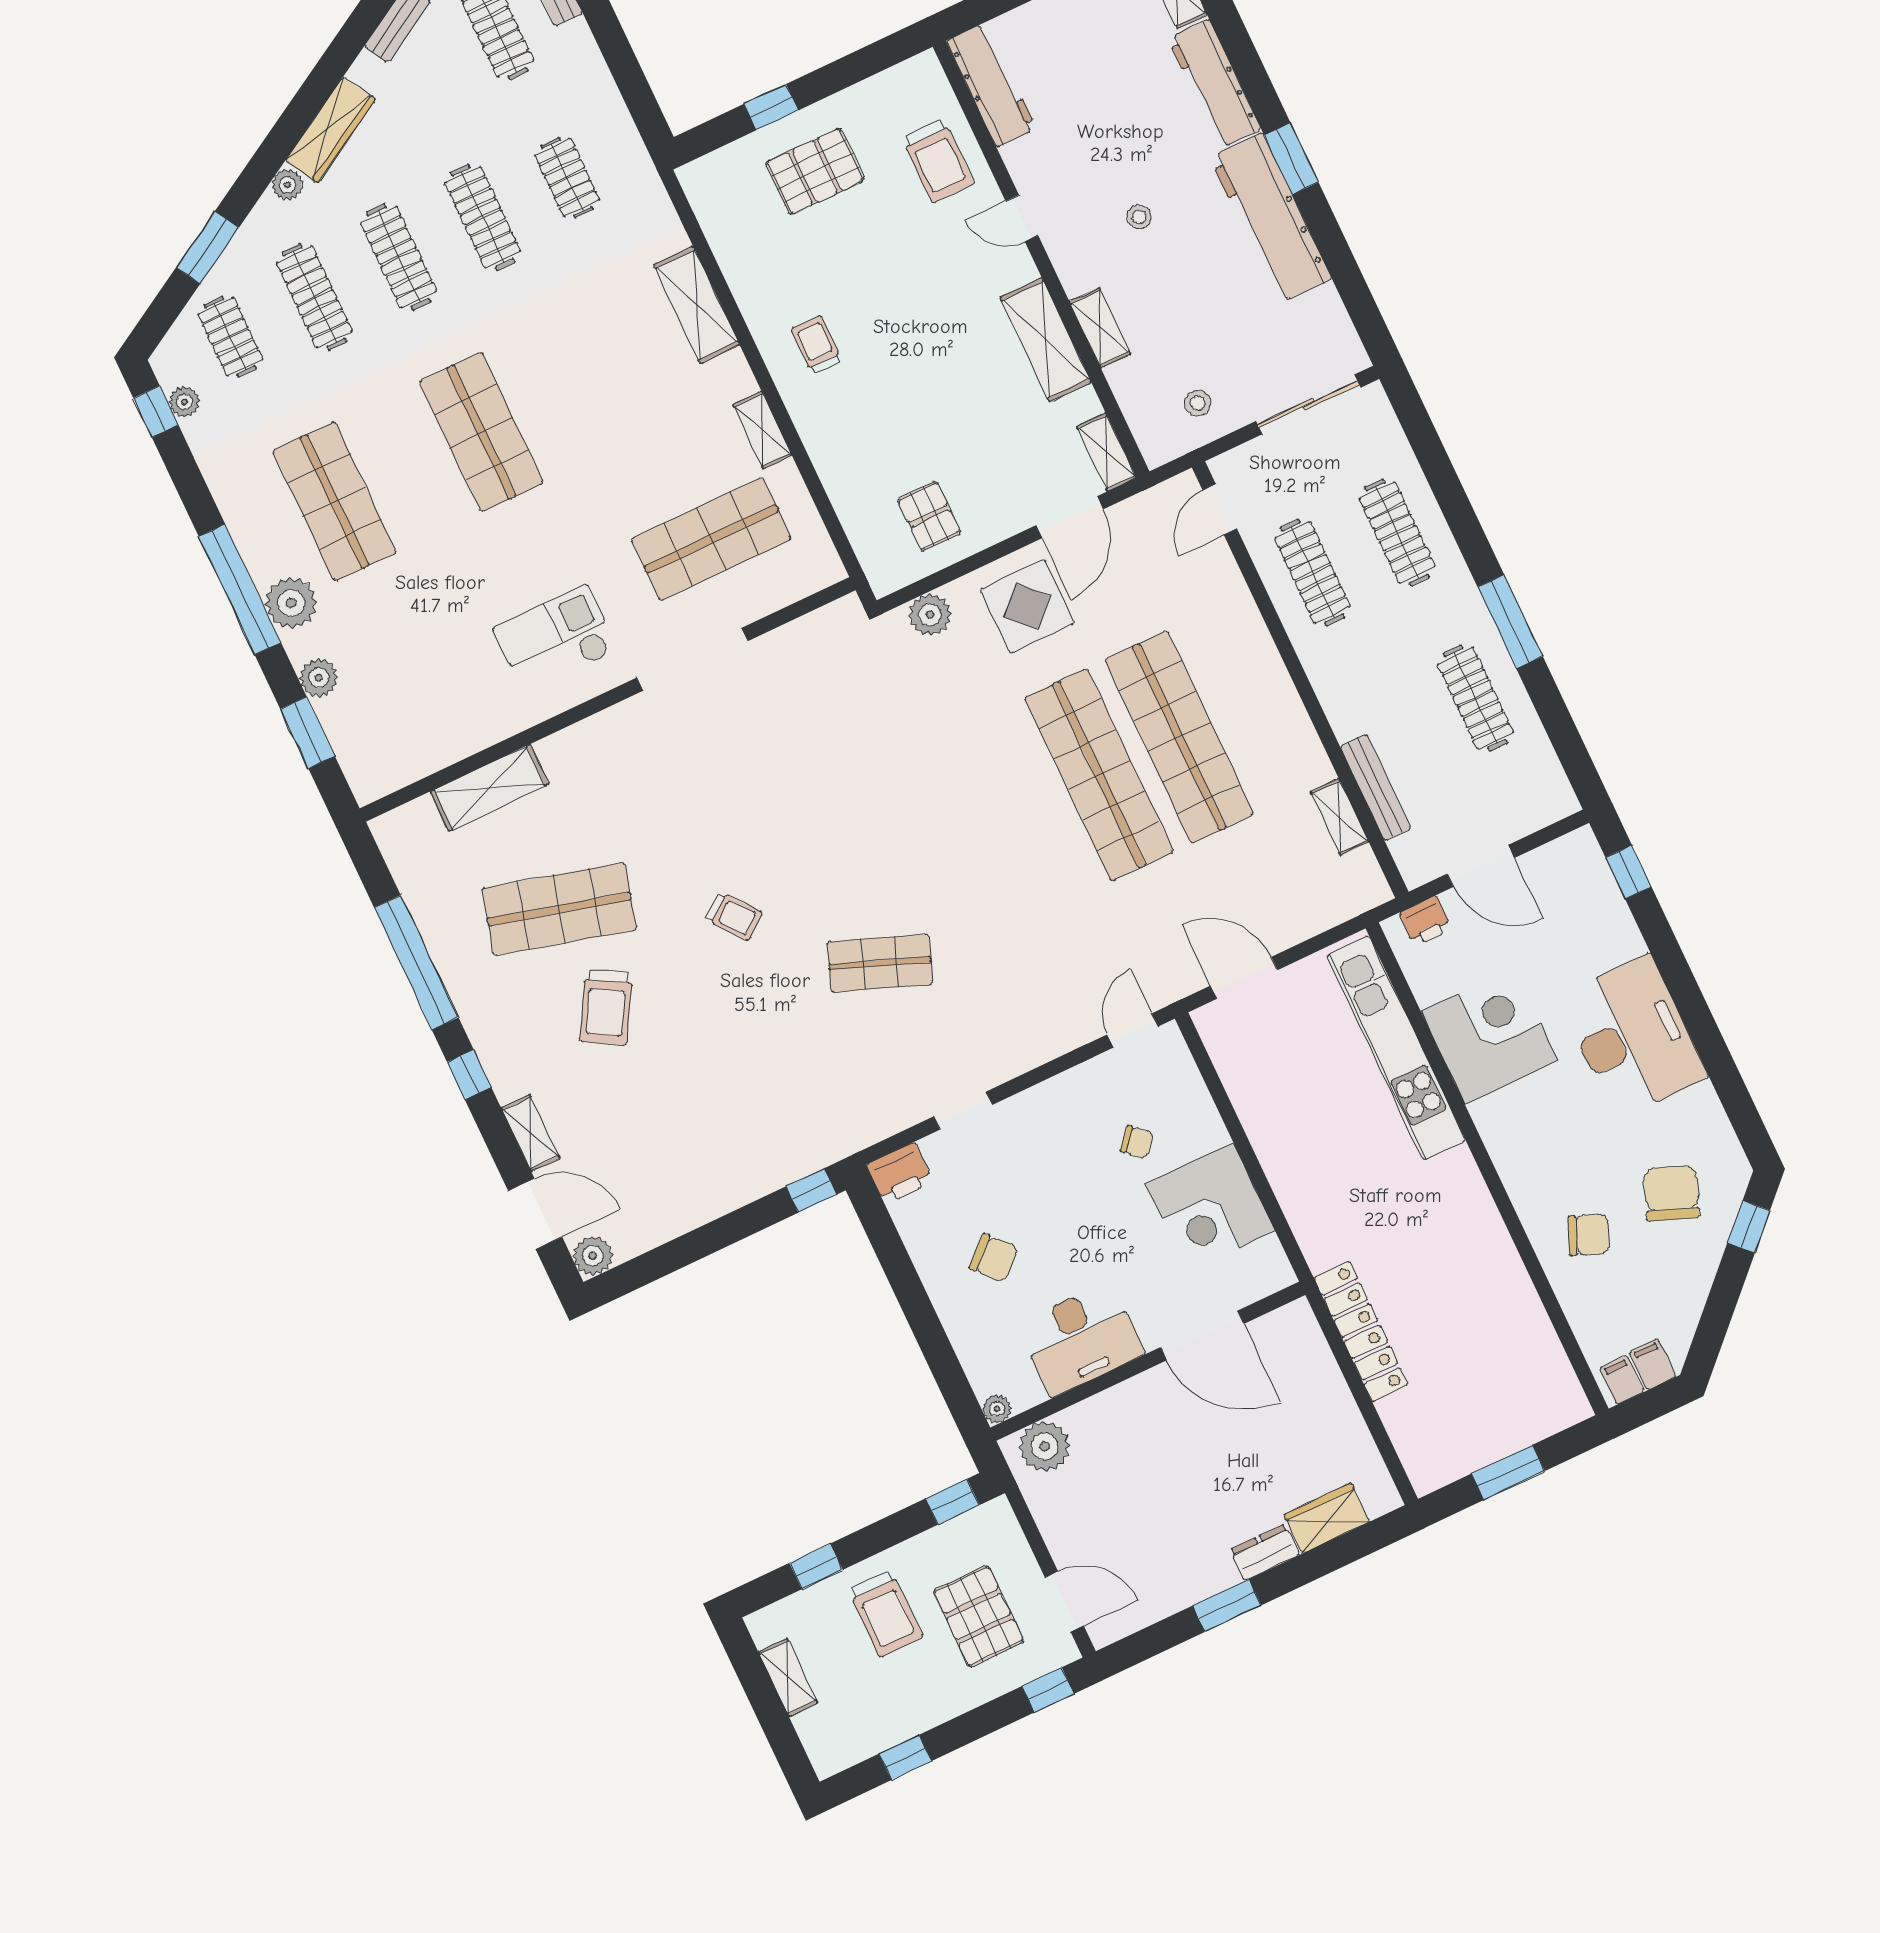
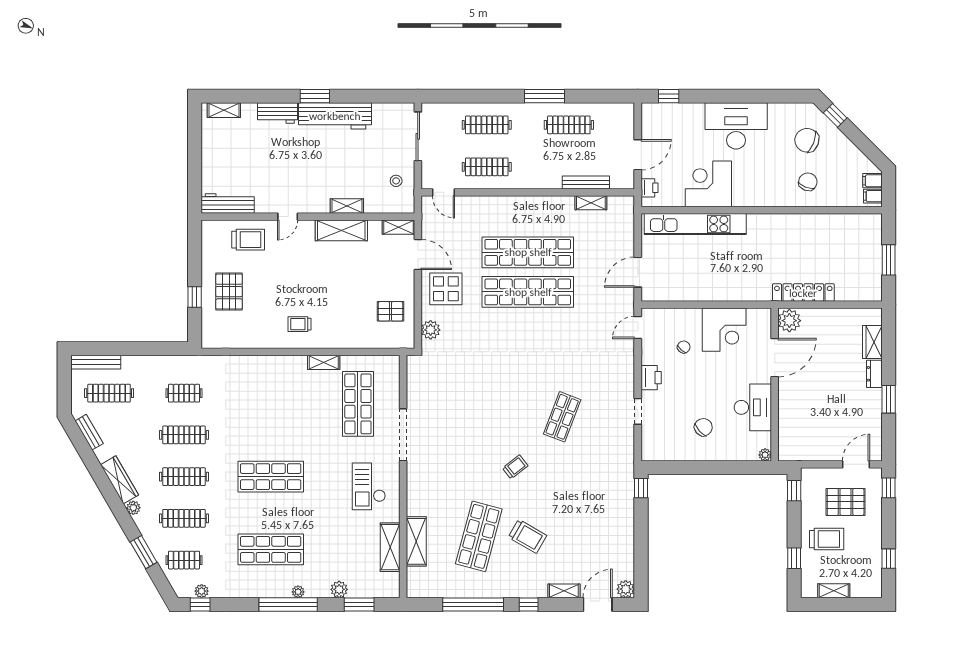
workbench: (1214, 84) -> (277, 113), width x0.73
stool: (1139, 217) -> (309, 169), removed
shelving: (697, 305) -> (390, 547), moved, turned 90
plant: (291, 603) -> (298, 592), width x0.53, depth x0.53
door: (1132, 1031) -> (638, 327), hinge flipped
printer: (900, 1173) -> (651, 378), moved
plant: (1045, 1446) -> (789, 321), moved

